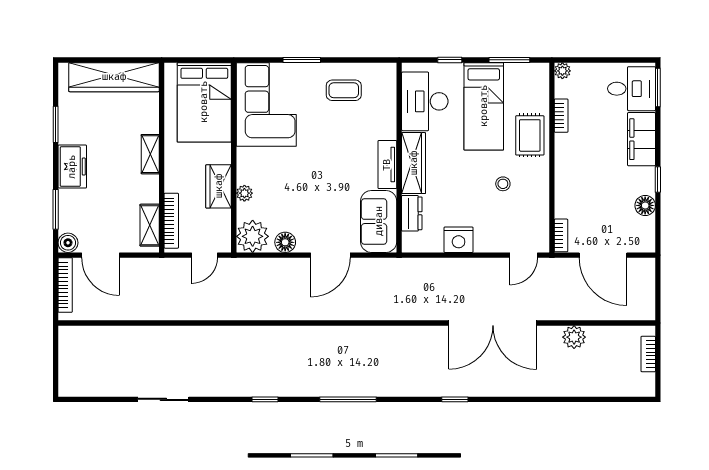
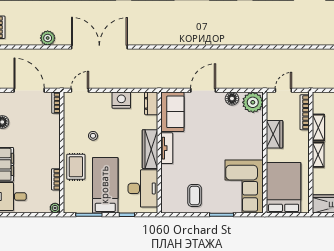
coffee table: (344, 90) -> (195, 196), turned 90
plant: (244, 193) -> (258, 130), removed
dresser: (412, 213) -> (151, 103), moved
shelving: (150, 225) -> (318, 128), moved

